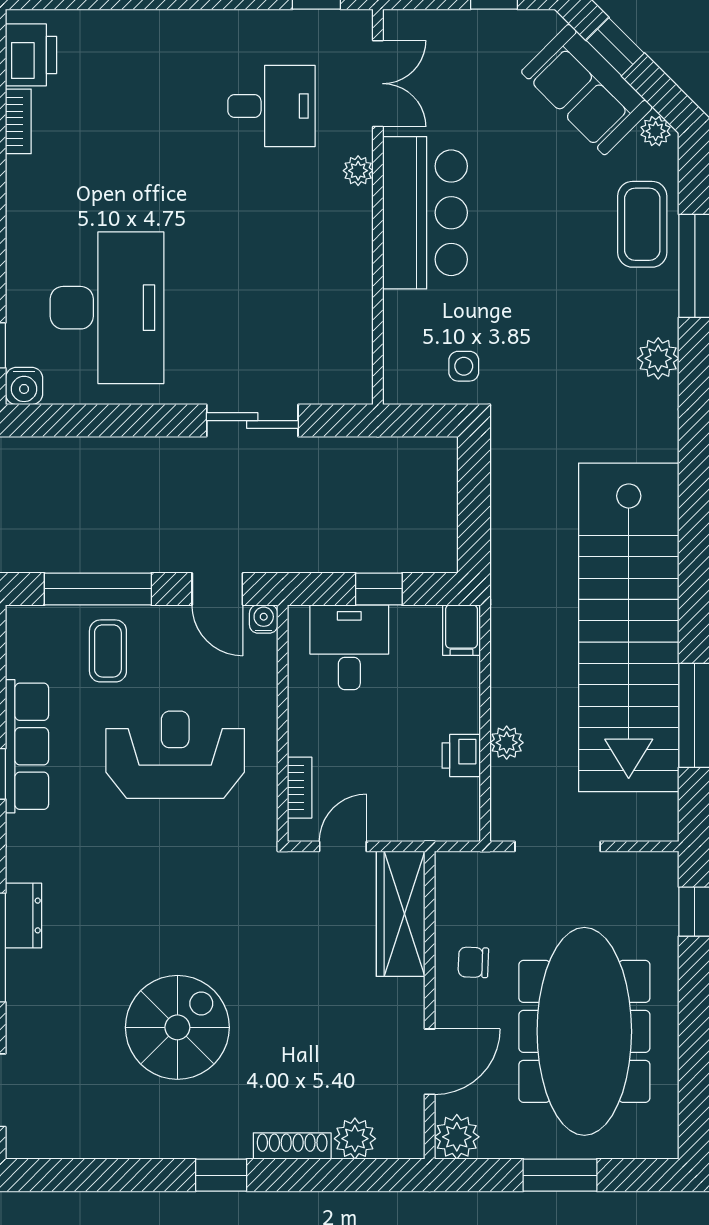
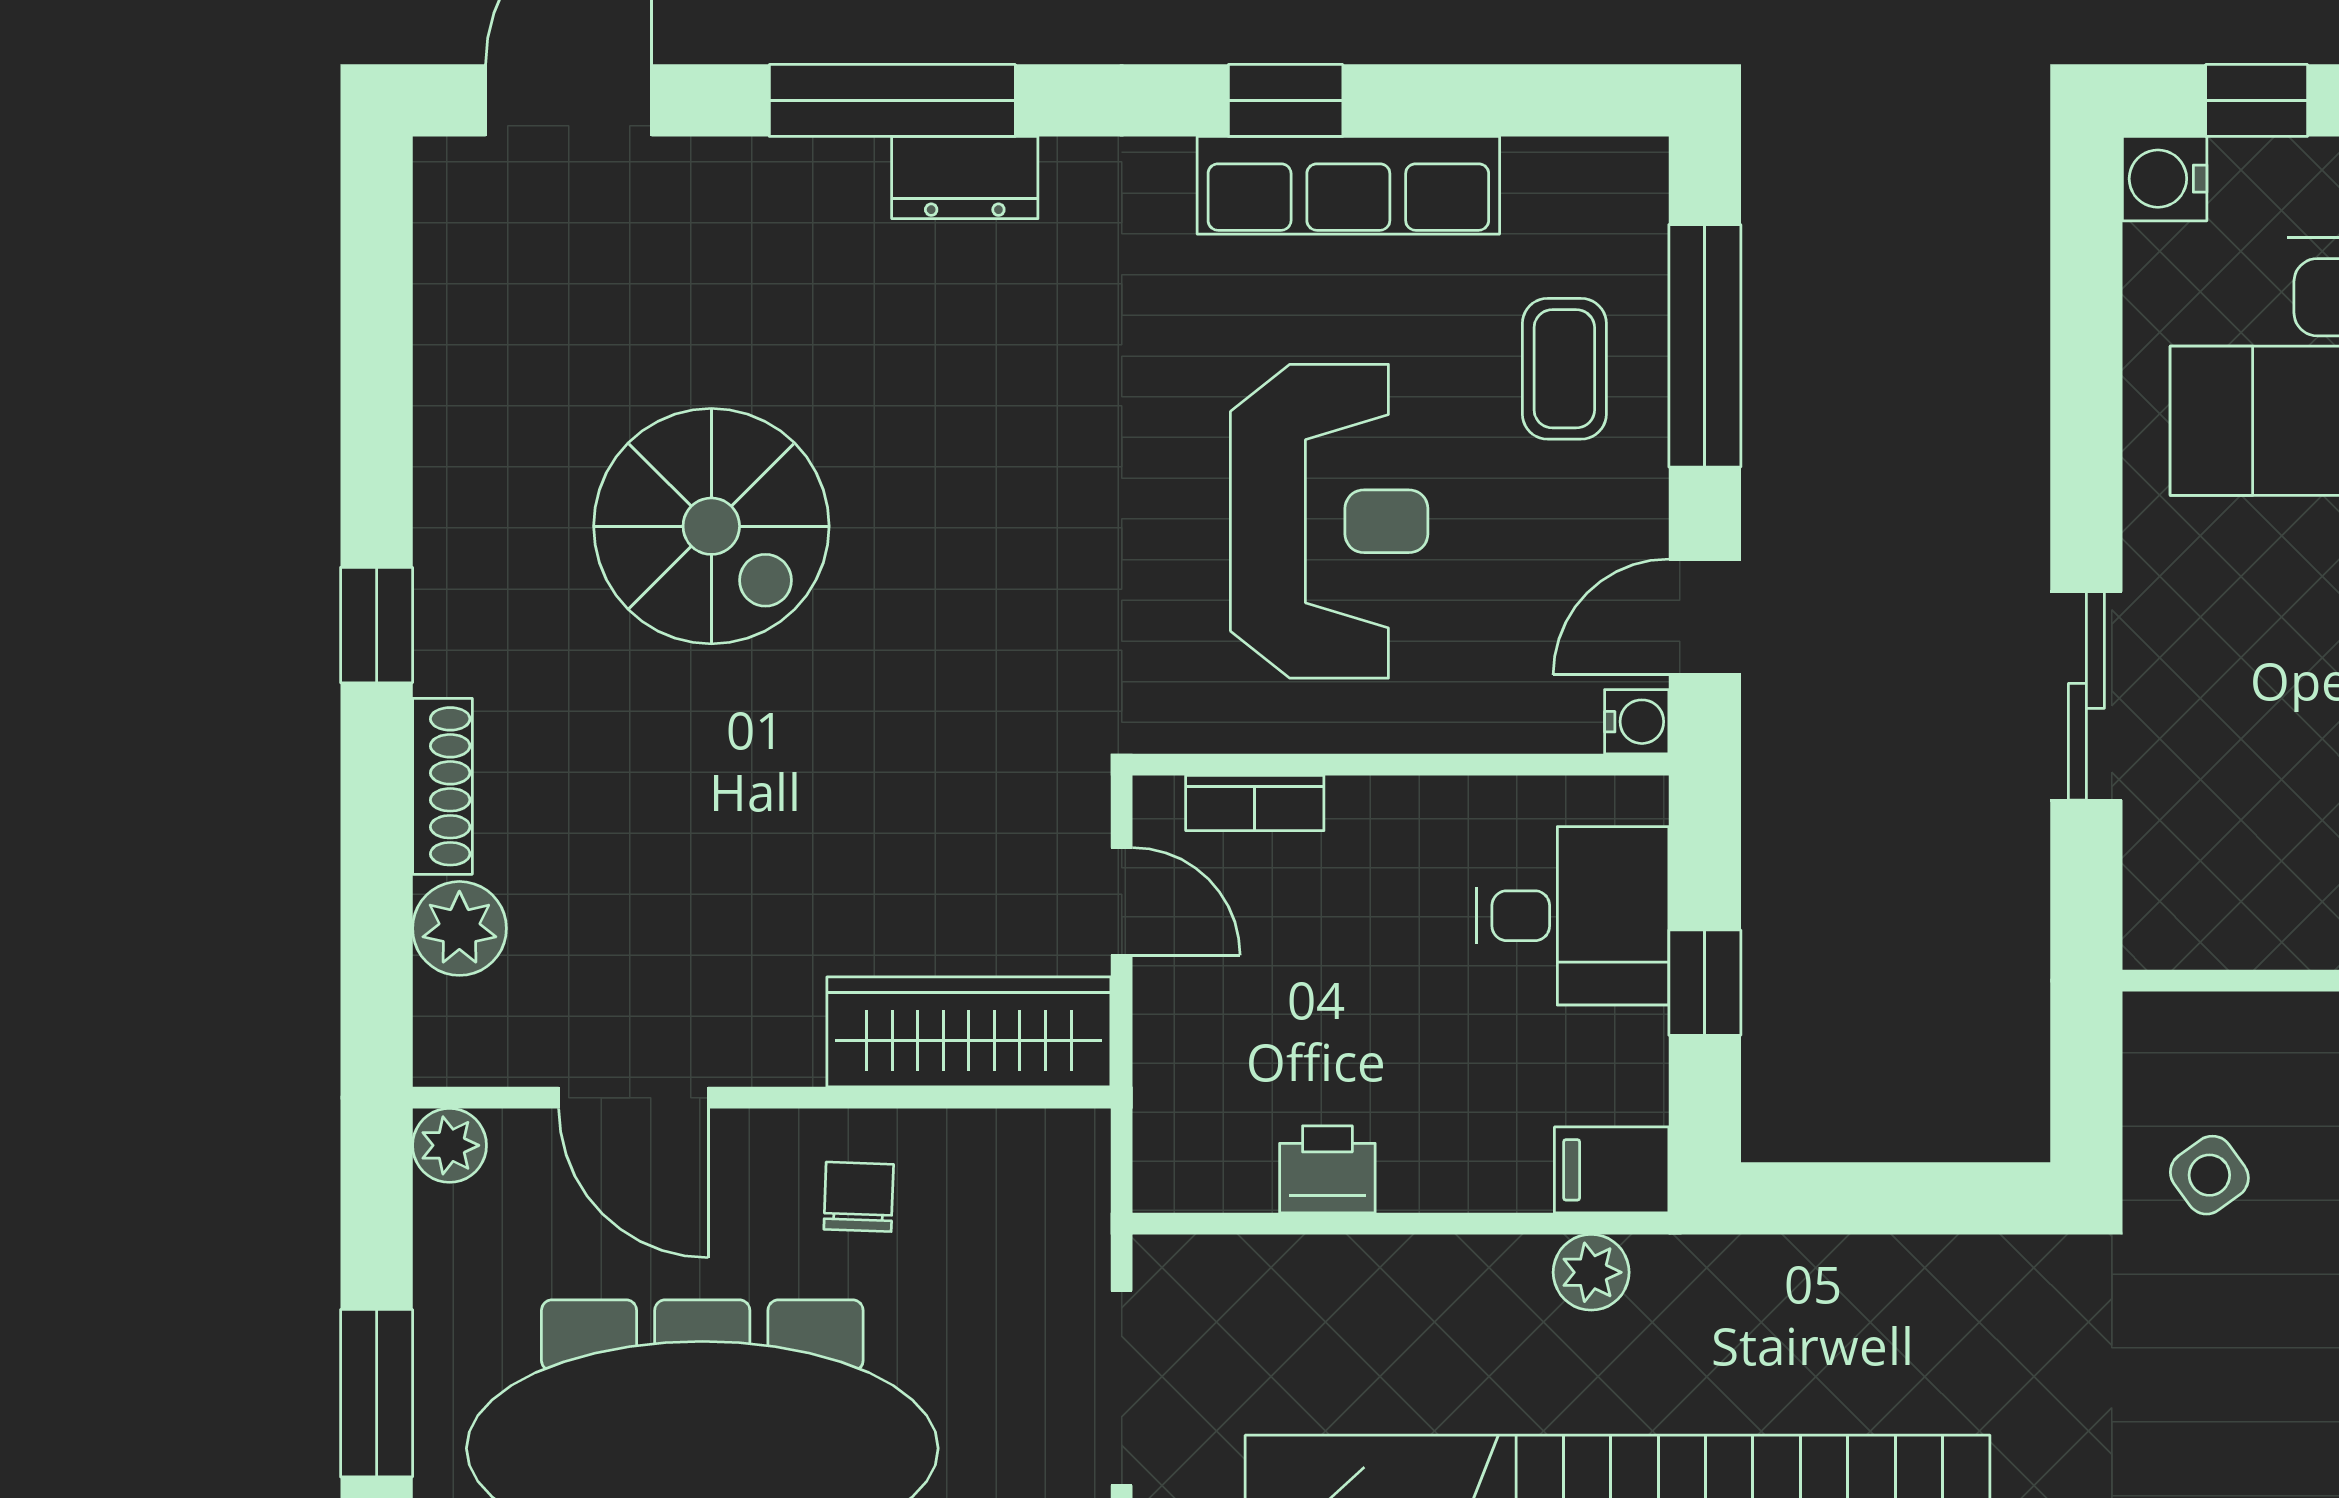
side table: (464, 366) -> (2209, 1175), turned -36
coffee table: (108, 651) -> (1564, 369), turned 90
plant: (507, 743) -> (1591, 1272), moved
plant: (457, 1137) -> (449, 1145), width x0.73, depth x0.73

